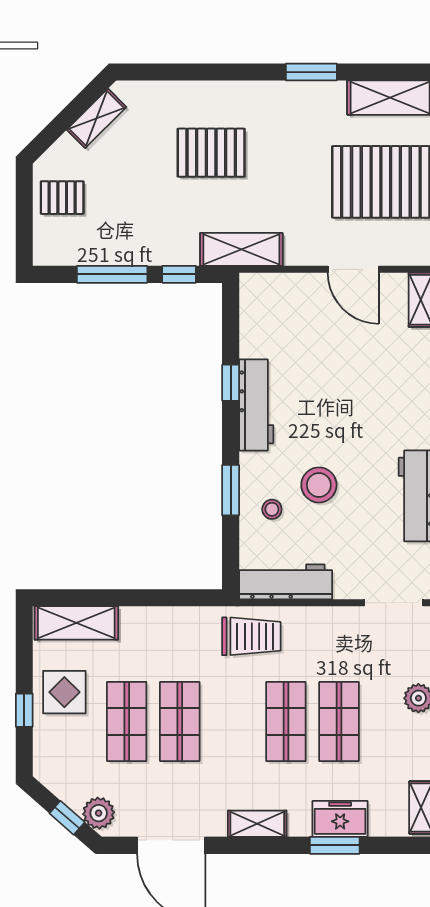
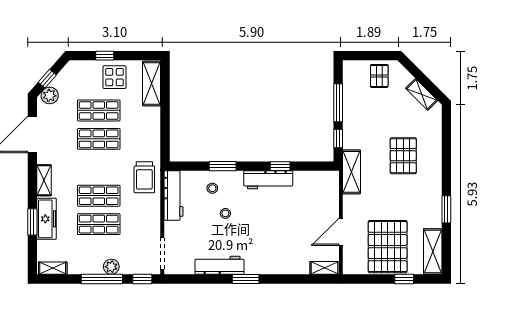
stool: (319, 485) -> (225, 213), width x0.53, depth x0.53
freezer: (340, 819) -> (47, 219), width x1.40

